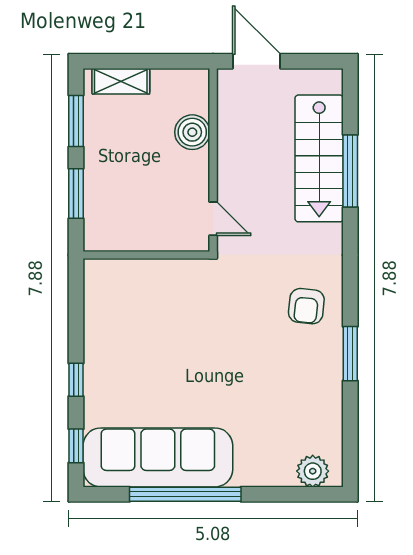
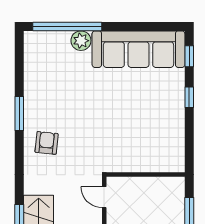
plant: (313, 471) -> (81, 41), moved
window: (185, 494) -> (67, 26), moved

